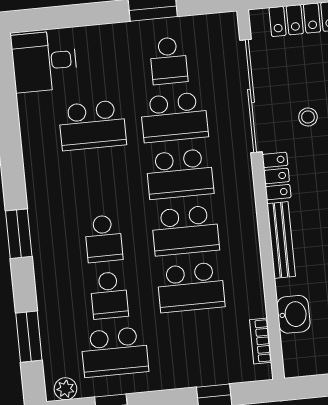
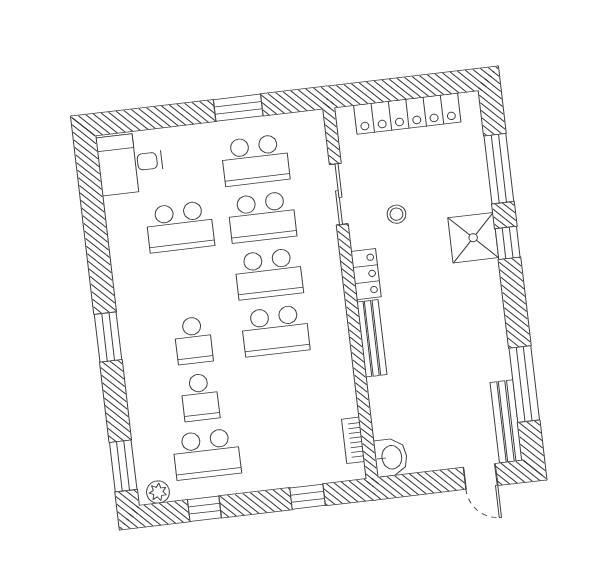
school desk: (169, 61) -> (255, 160), width x1.85
sliding door: (251, 96) -> (339, 194), width x0.54
school desk: (191, 287) -> (282, 388), removed
washbasin: (293, 314) -> (391, 457), moved
window: (29, 337) -> (123, 466), moved

